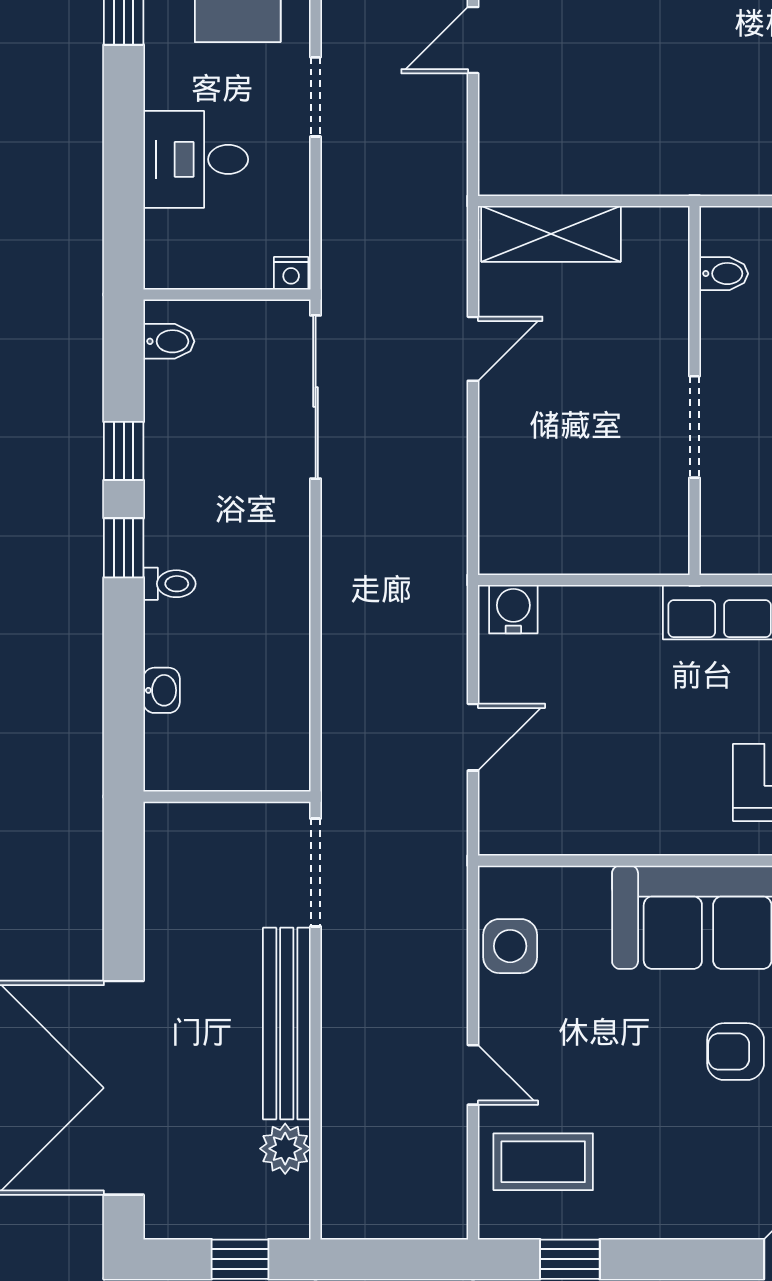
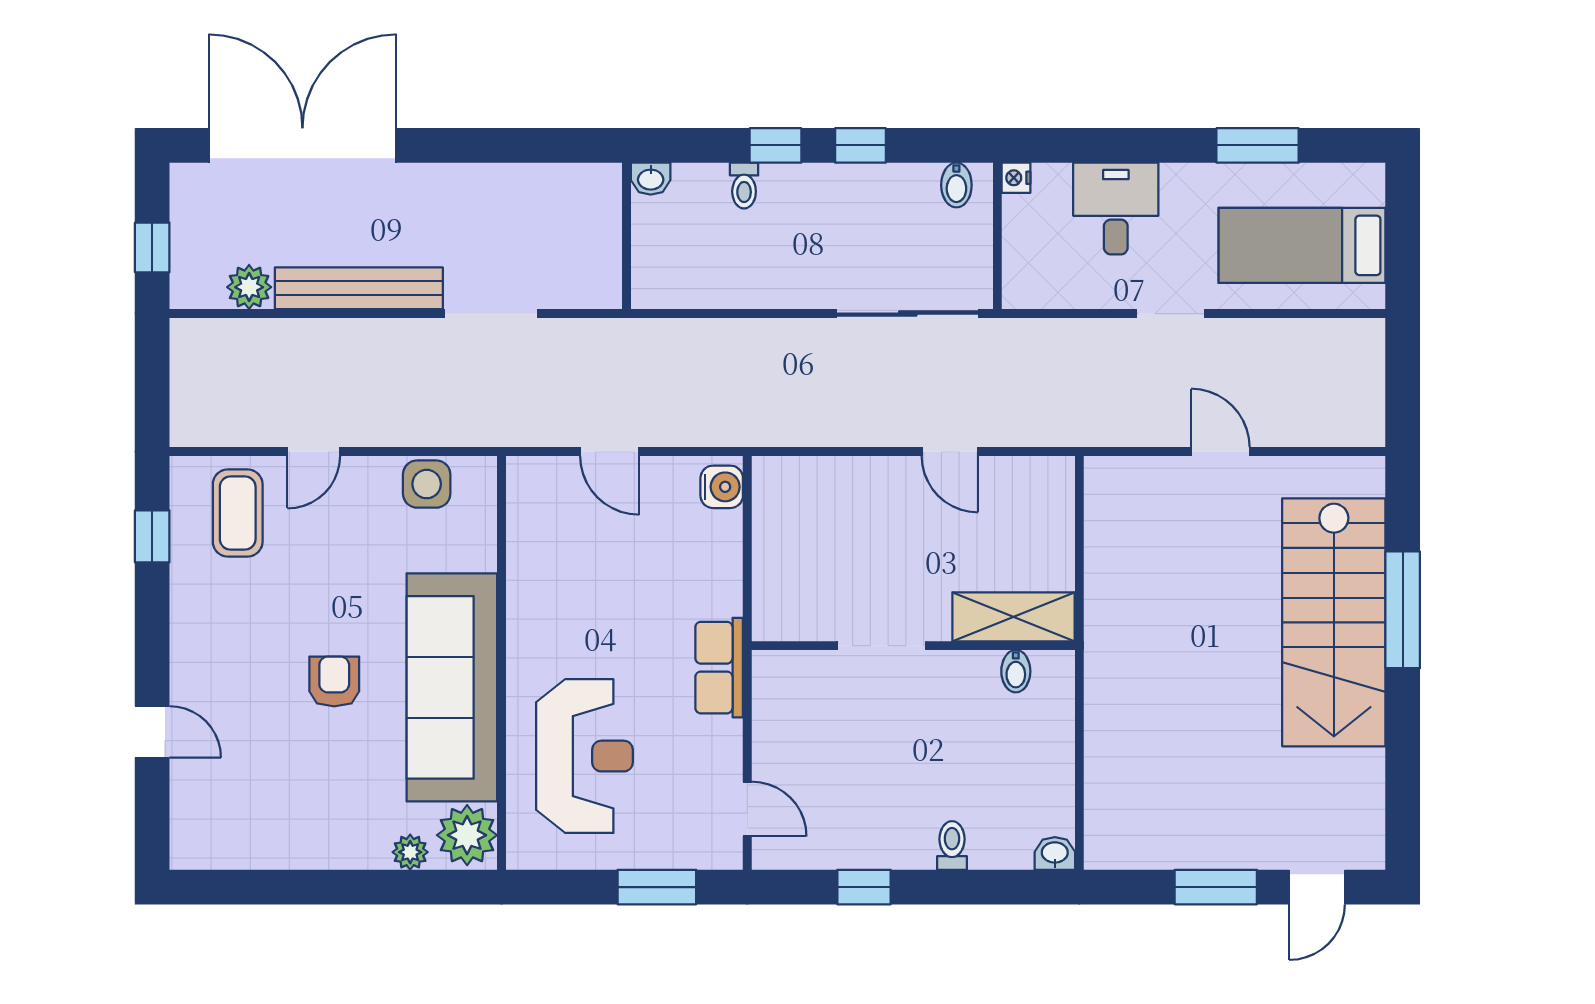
shelving: (551, 234) -> (1013, 617), moved, turned 90
nightstand: (291, 273) -> (1016, 178), moved
wall: (227, 797) -> (627, 236), moved

